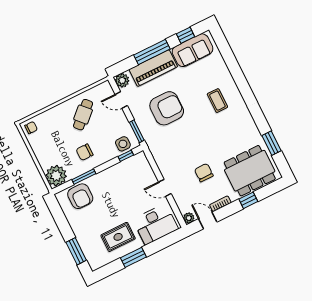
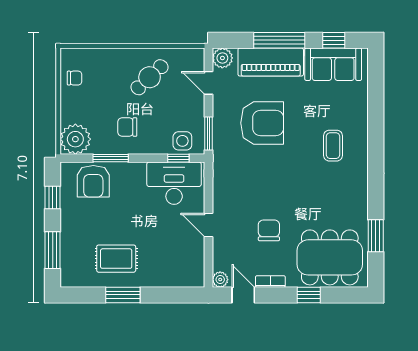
chair: (31, 128) -> (75, 78), moved
window: (60, 219) -> (53, 197), added
desk: (155, 224) -> (174, 183), moved, turned 180

